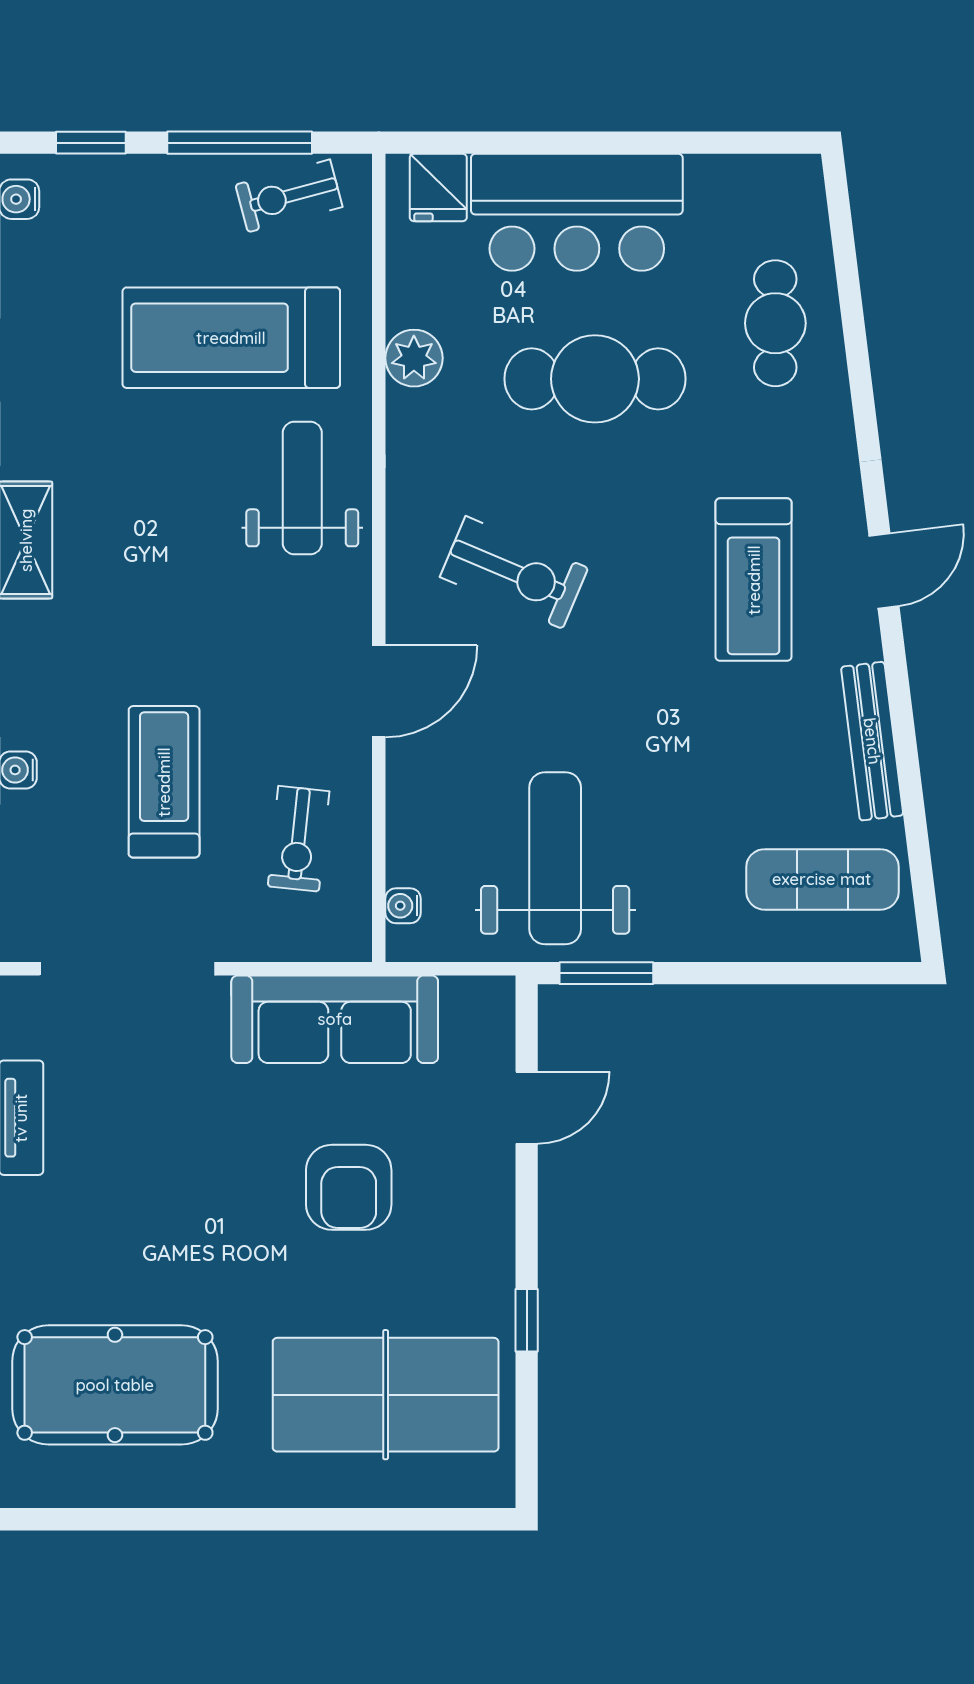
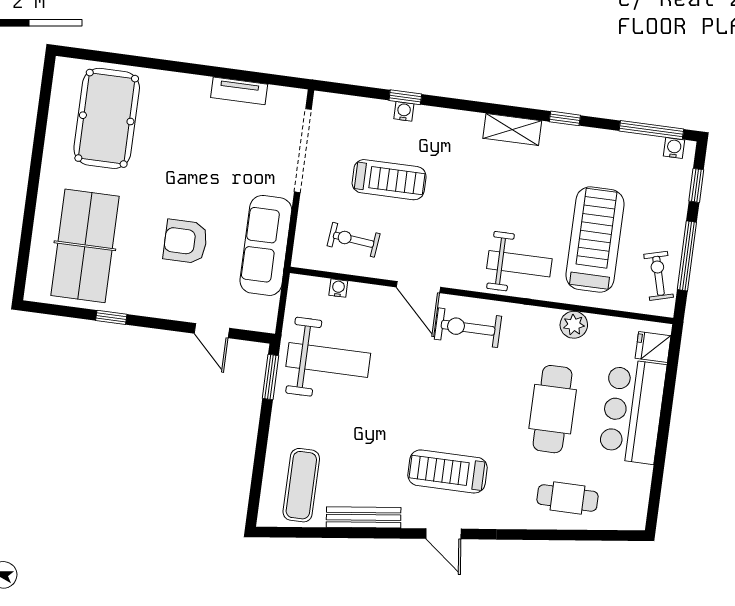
exercise bike: (514, 572) -> (468, 328), moved, turned 67
water cooler: (403, 906) -> (338, 288), moved

